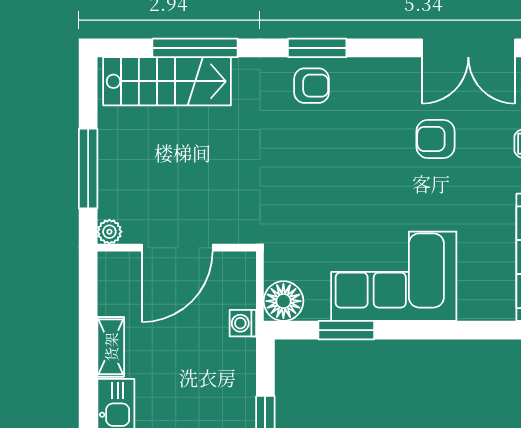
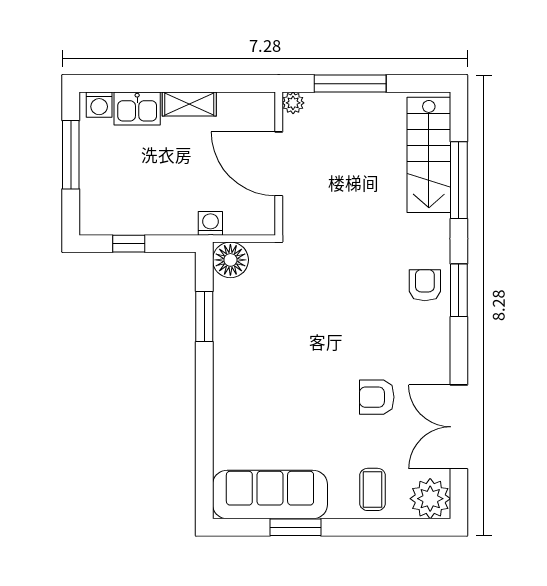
armchair: (312, 86) -> (425, 285), turned 180
armchair: (436, 139) -> (377, 397), turned -90
corner sofa: (394, 276) -> (253, 359), removed

